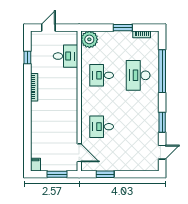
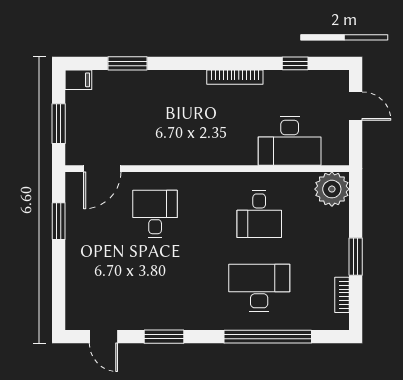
desk: (65, 56) -> (290, 141), width x1.37
desk: (102, 75) -> (259, 214), turned 180
window: (27, 140) -> (127, 63), added

